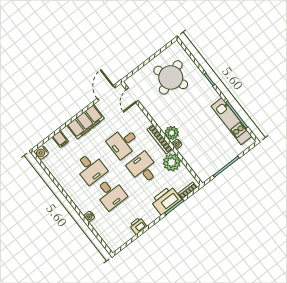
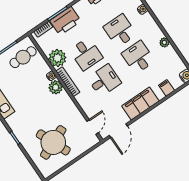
cafe table: (206, 161) -> (23, 57), added
plant: (65, 185) -> (164, 42), added

